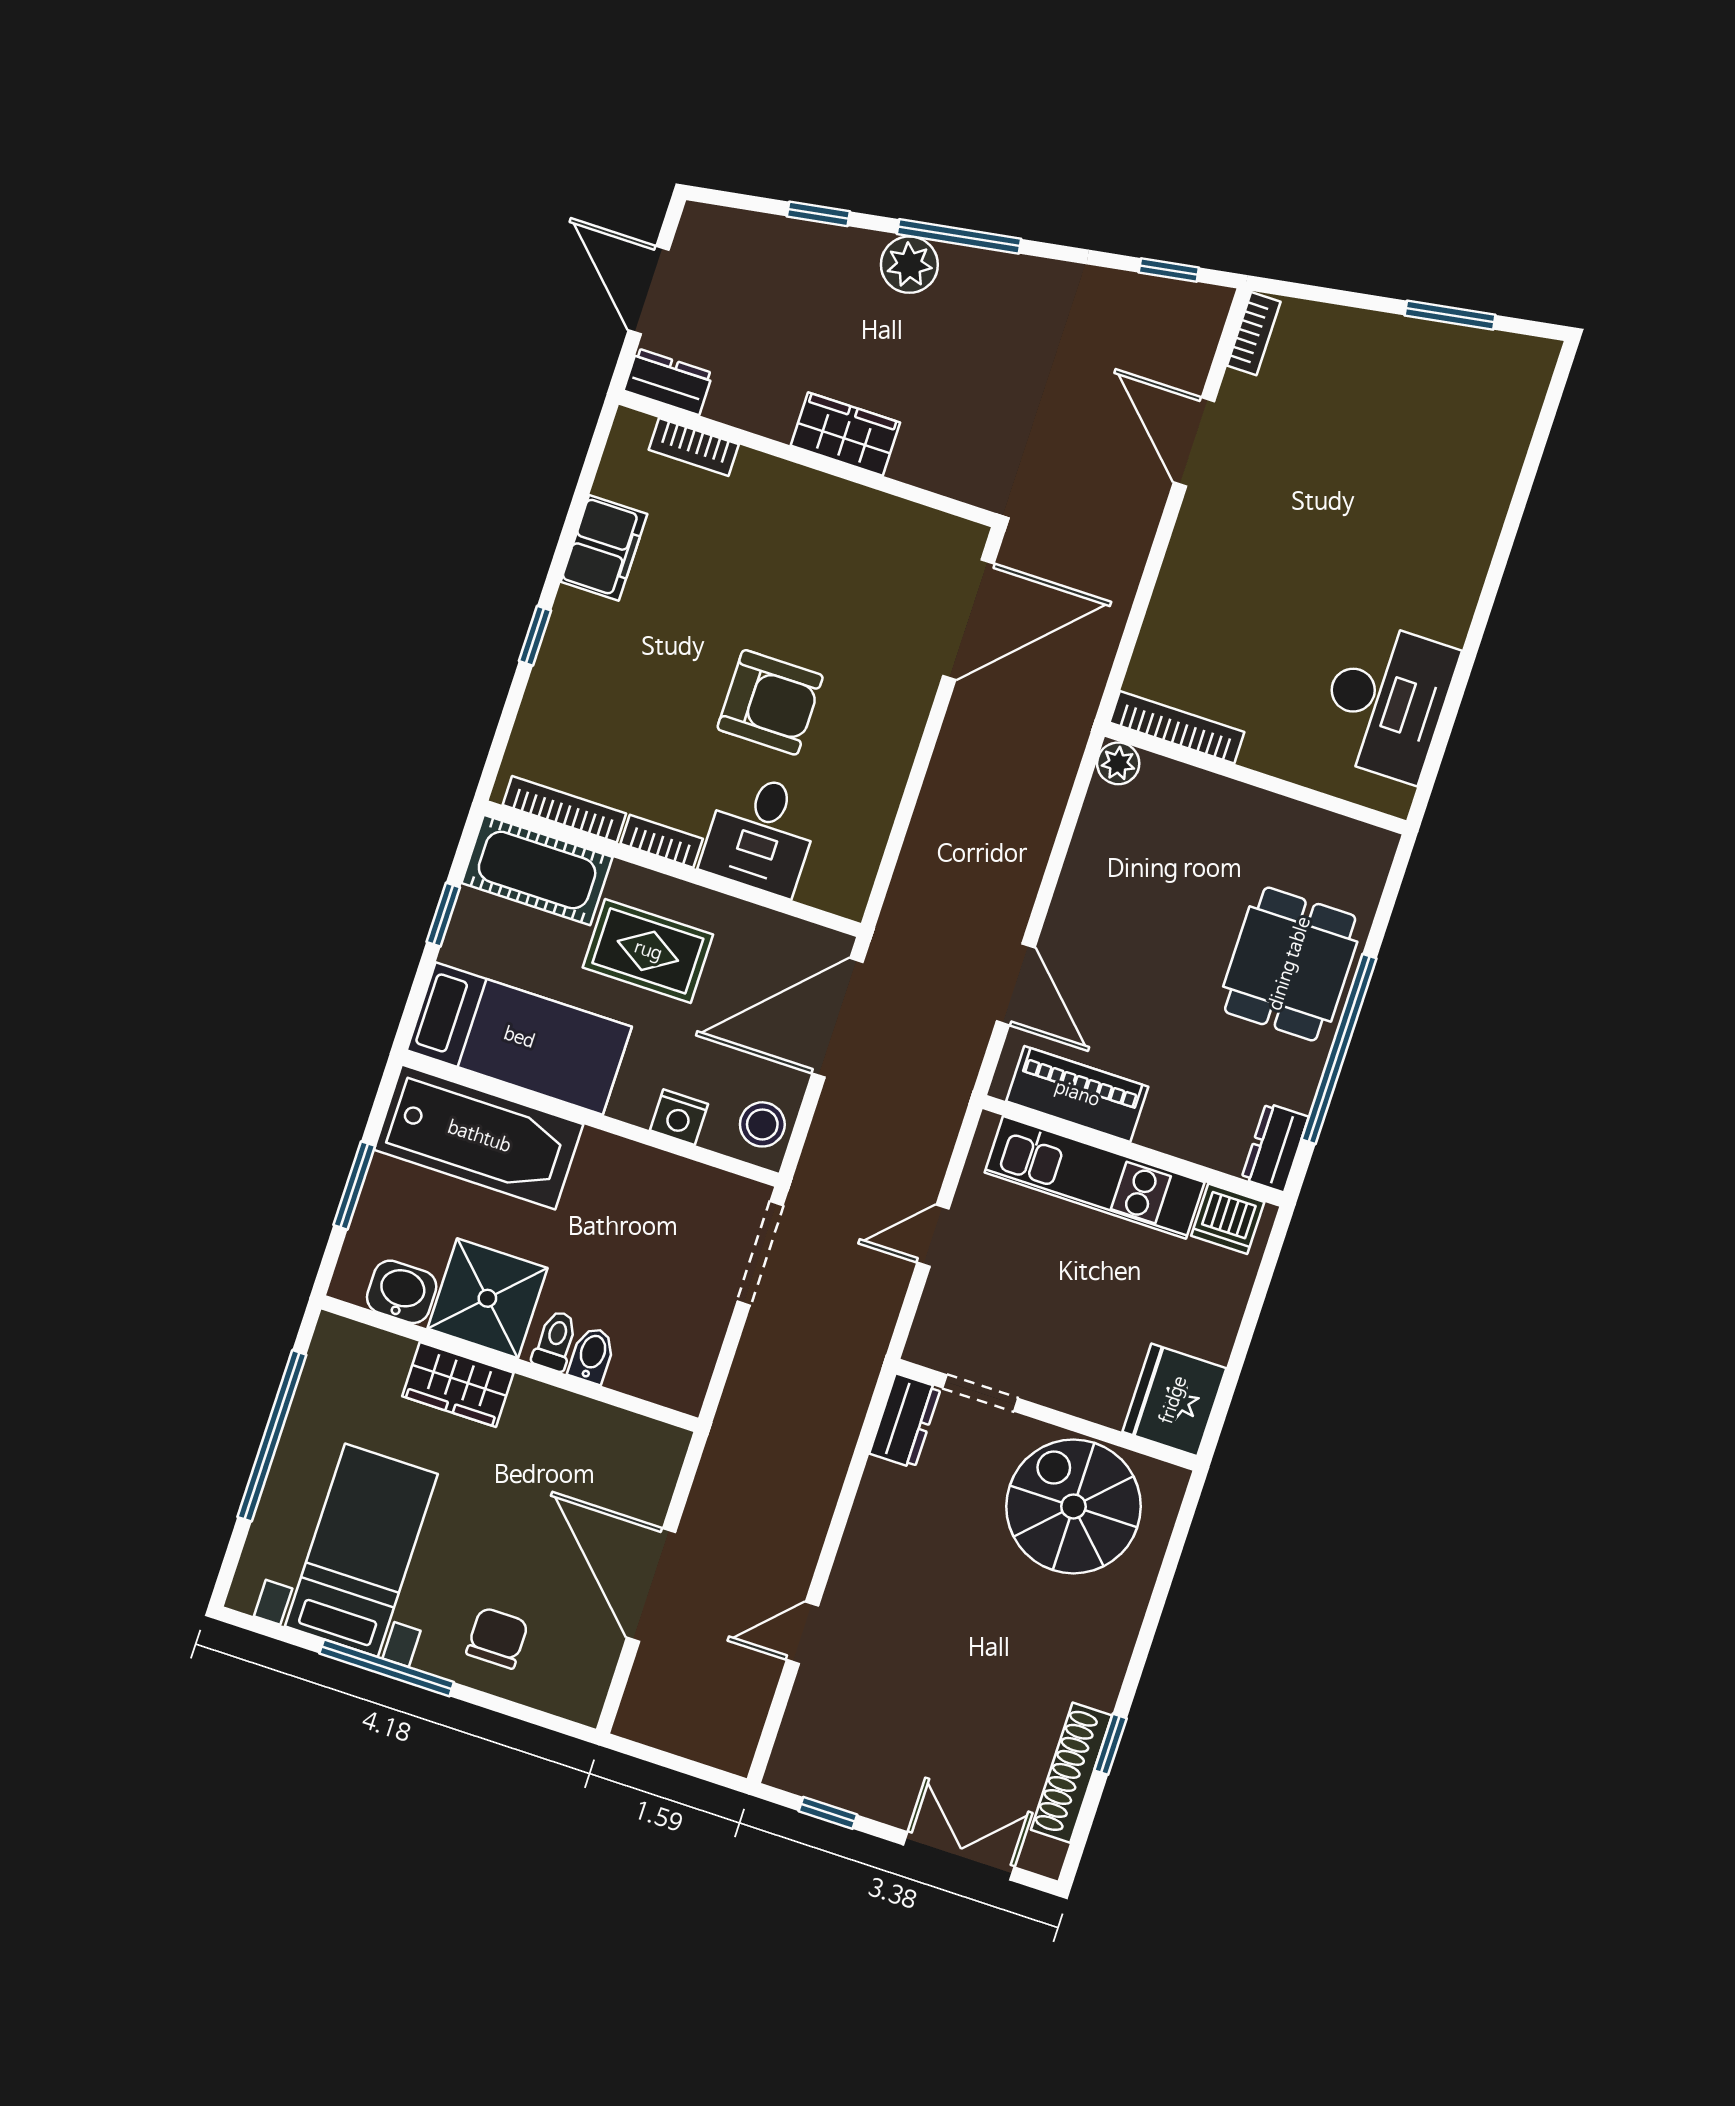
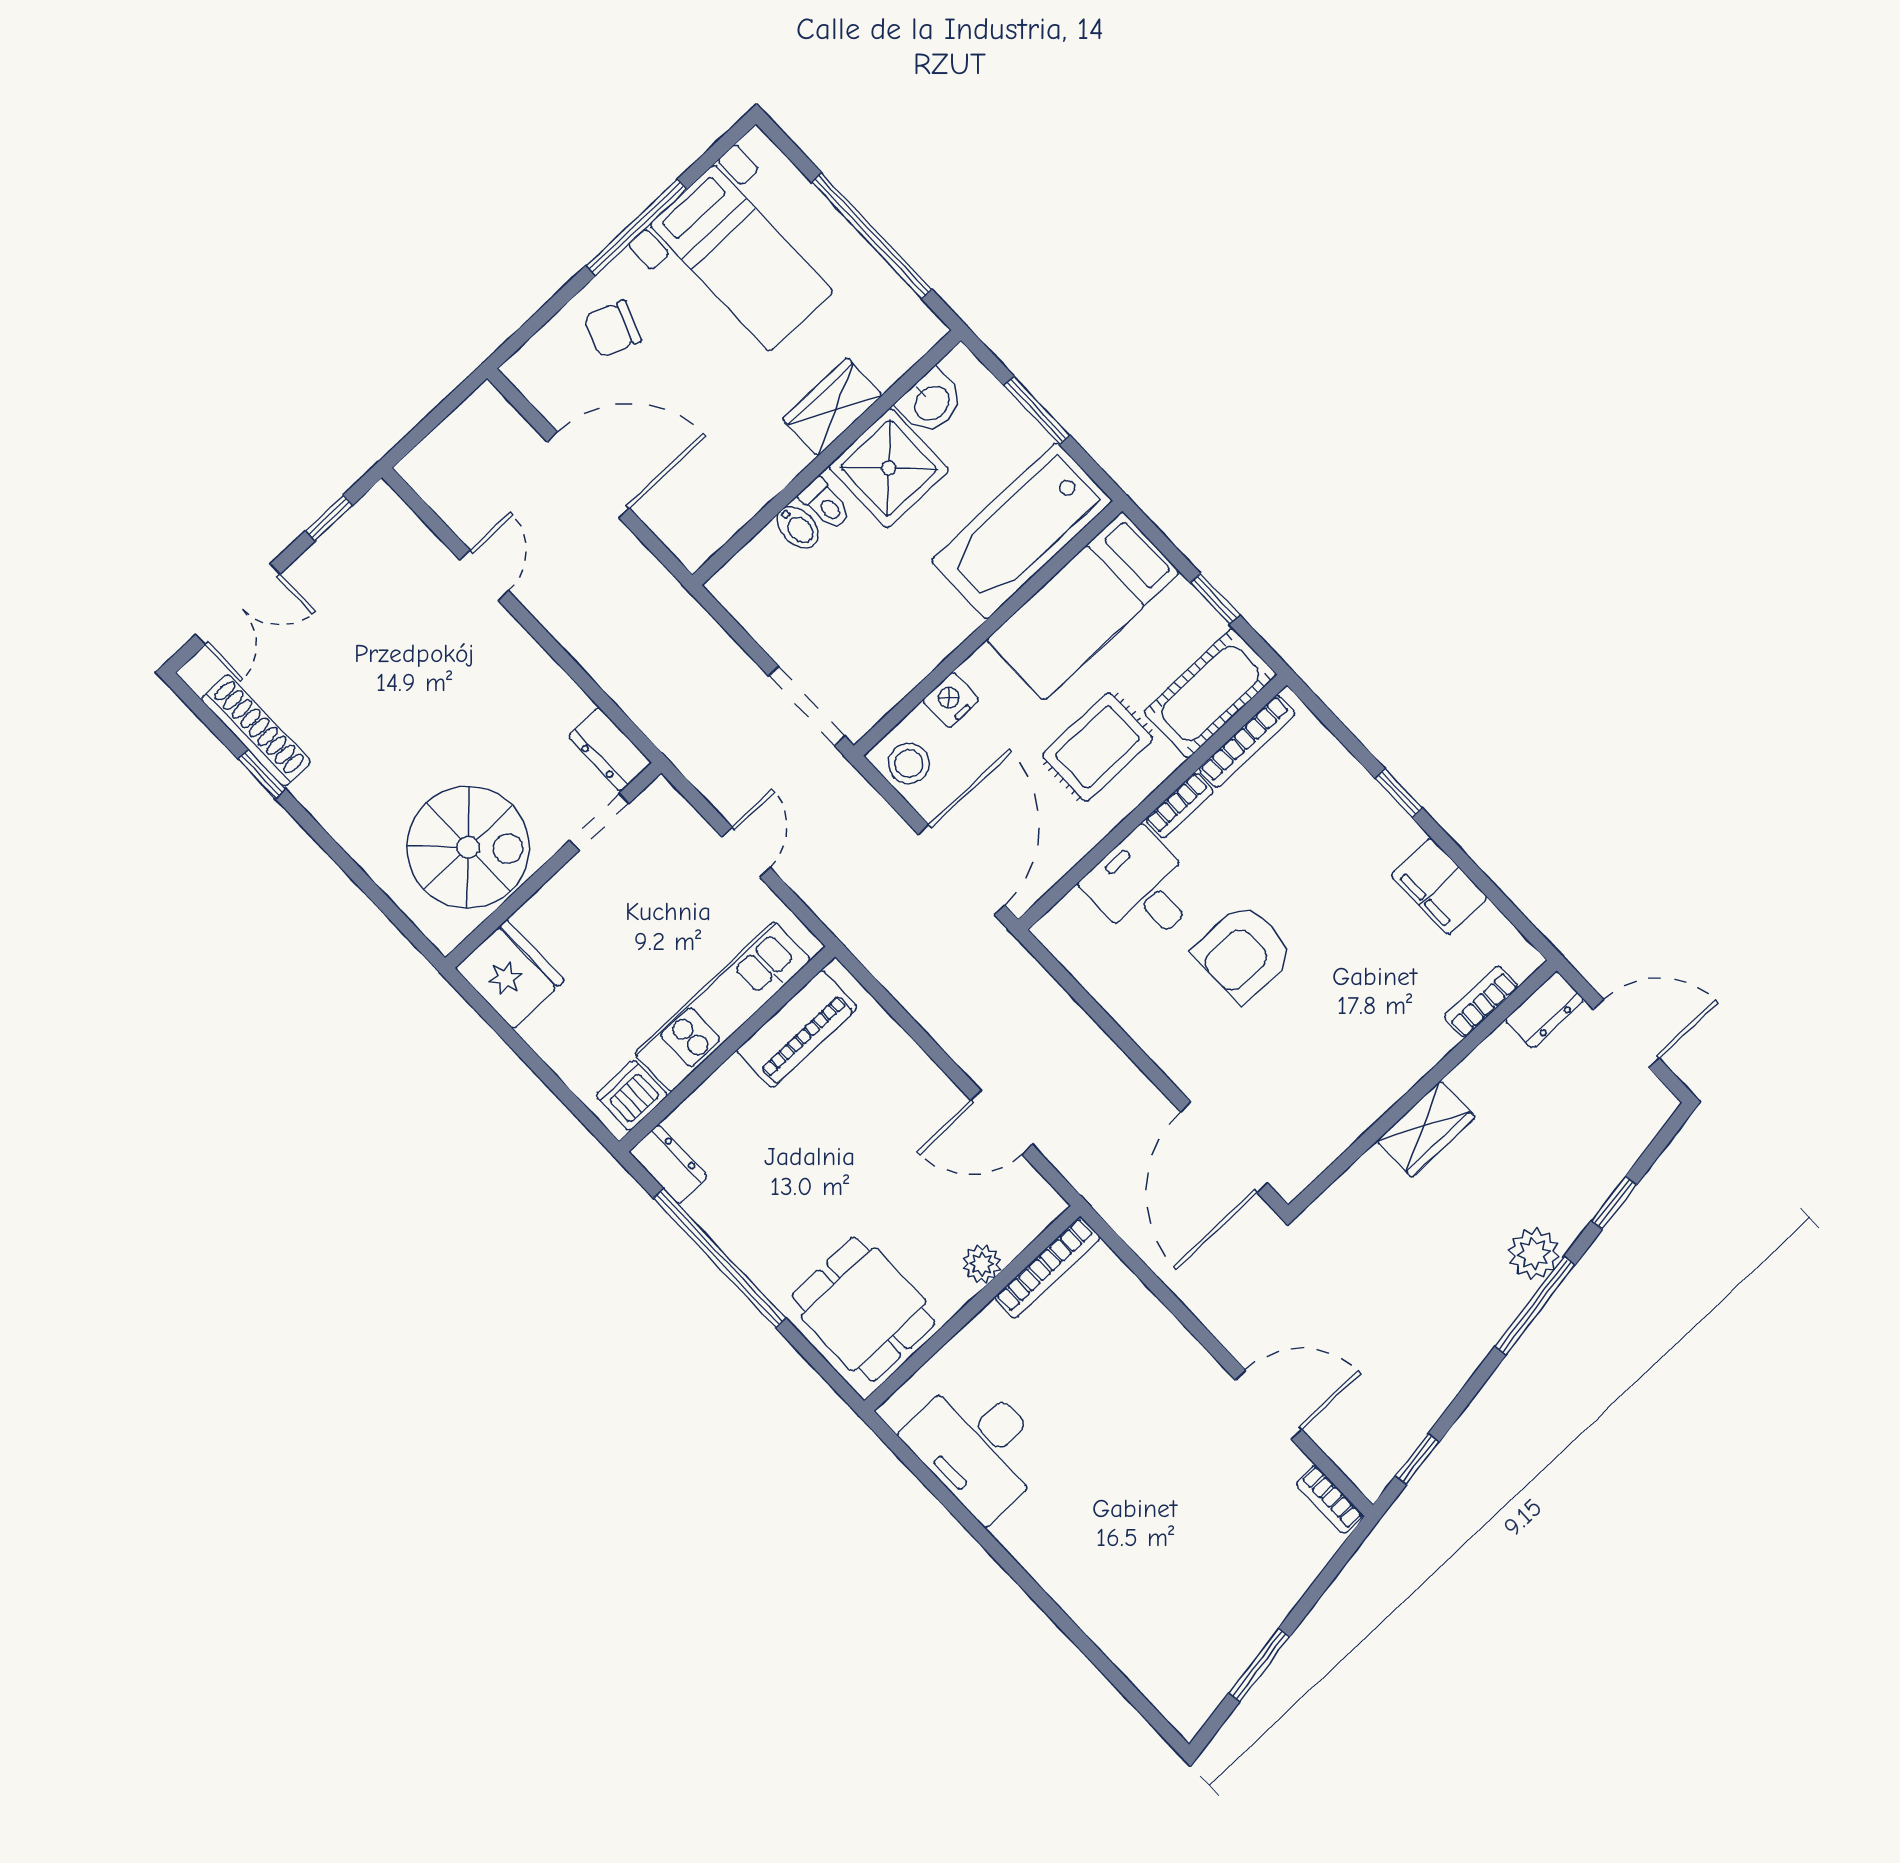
plant: (1118, 763) -> (982, 1264), moved
dining table: (1290, 964) -> (864, 1309), moved
door: (1016, 984) -> (1001, 1122), moved
chair: (497, 1638) -> (612, 329), turned 111

